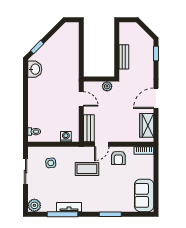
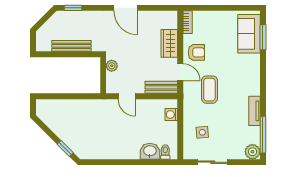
bench: (124, 57) -> (72, 46), width x1.36
washbasin: (35, 69) -> (150, 151), moved
door: (81, 99) -> (127, 96), swing flipped
wardrobe: (147, 125) -> (169, 43), moved, turned 90
sofa: (144, 195) -> (249, 34), moved, turned 90
window: (63, 214) -> (263, 135), moved
window: (110, 214) -> (263, 37), moved

